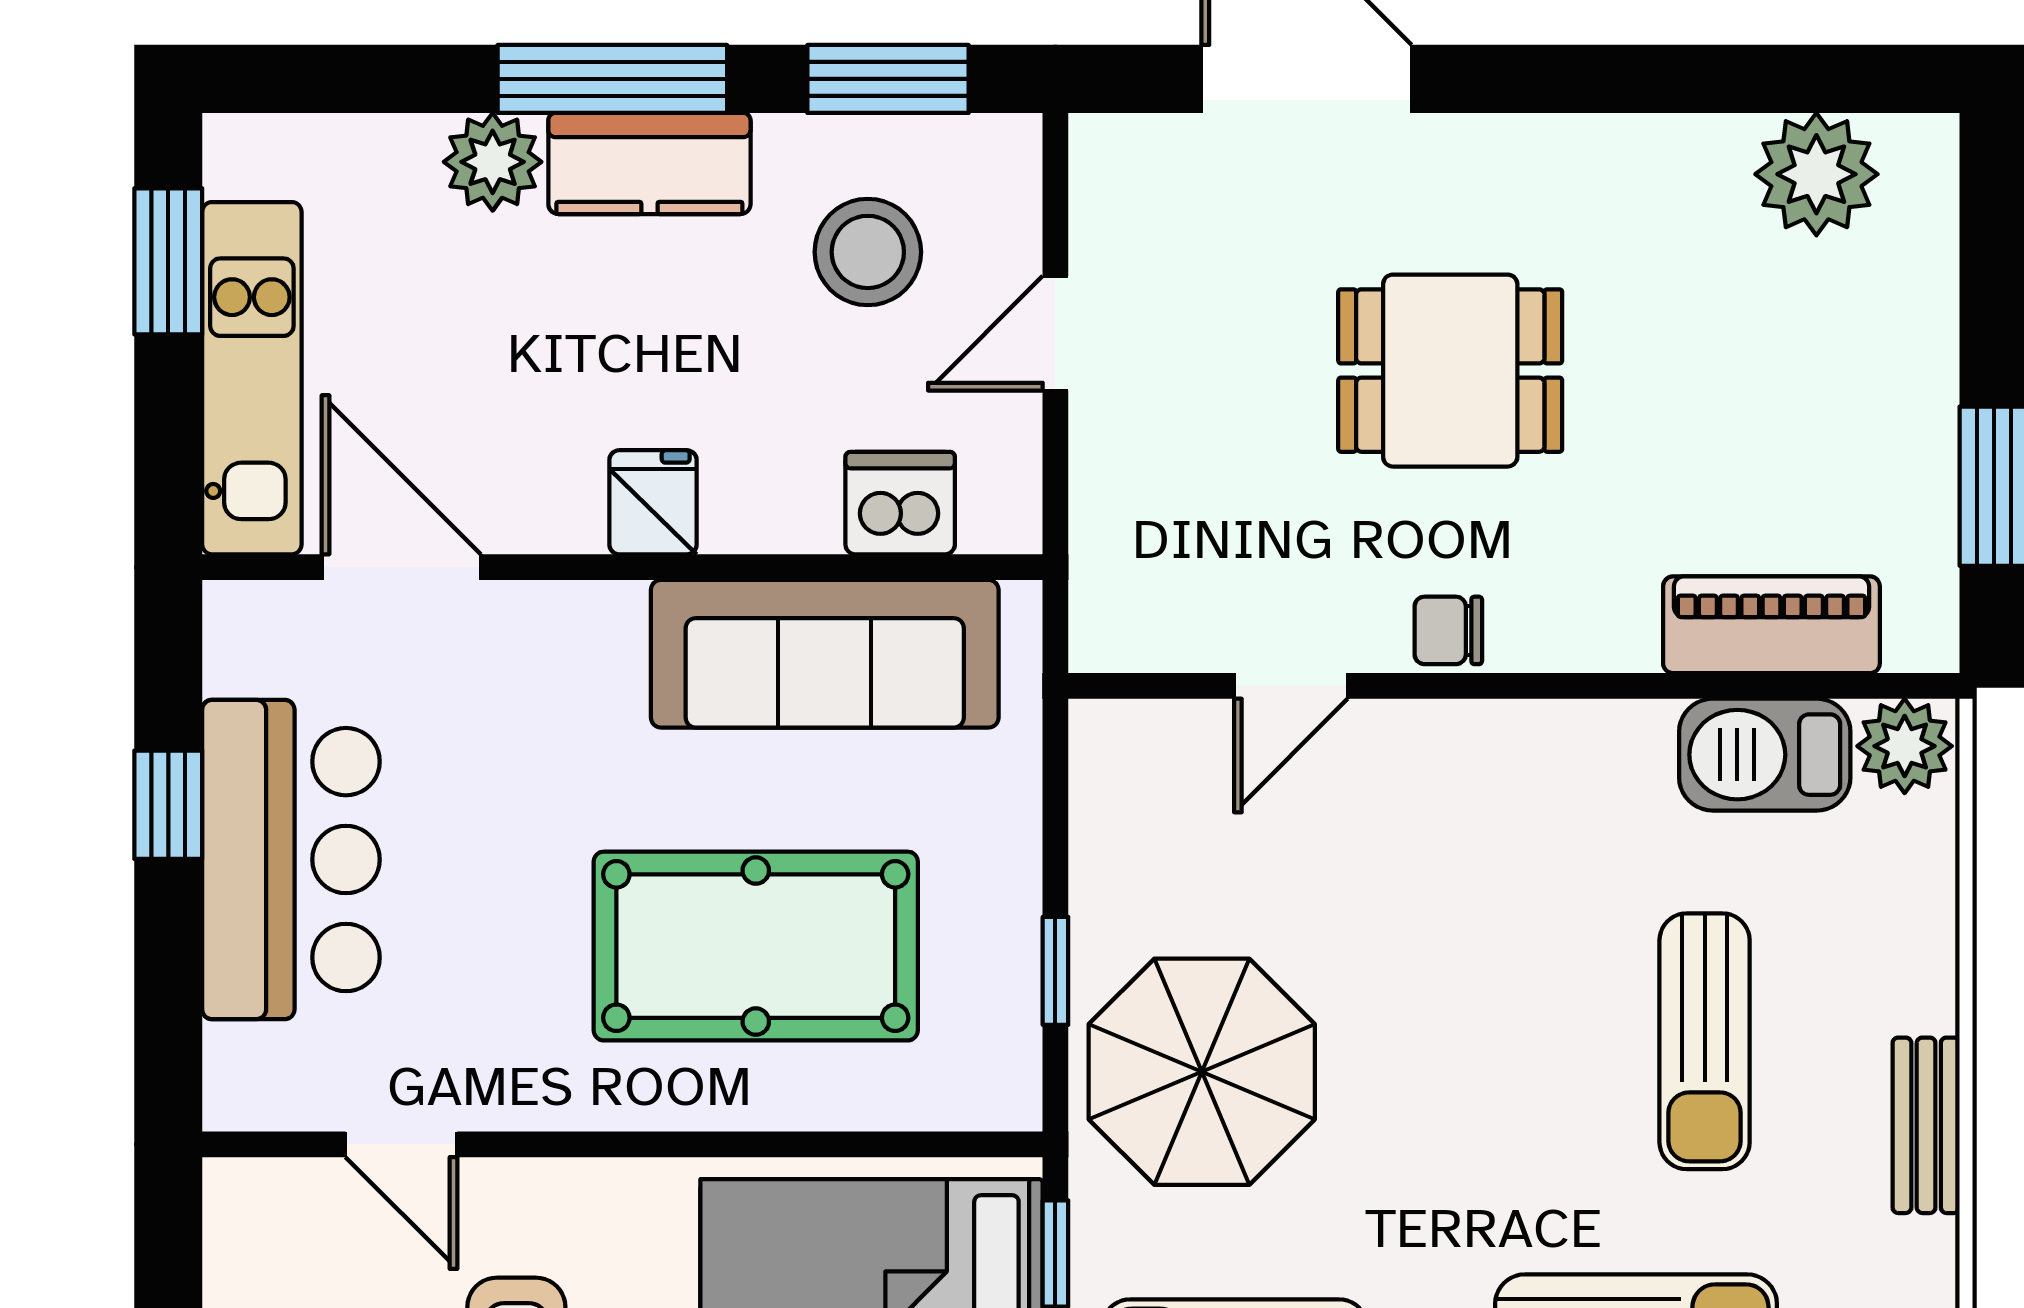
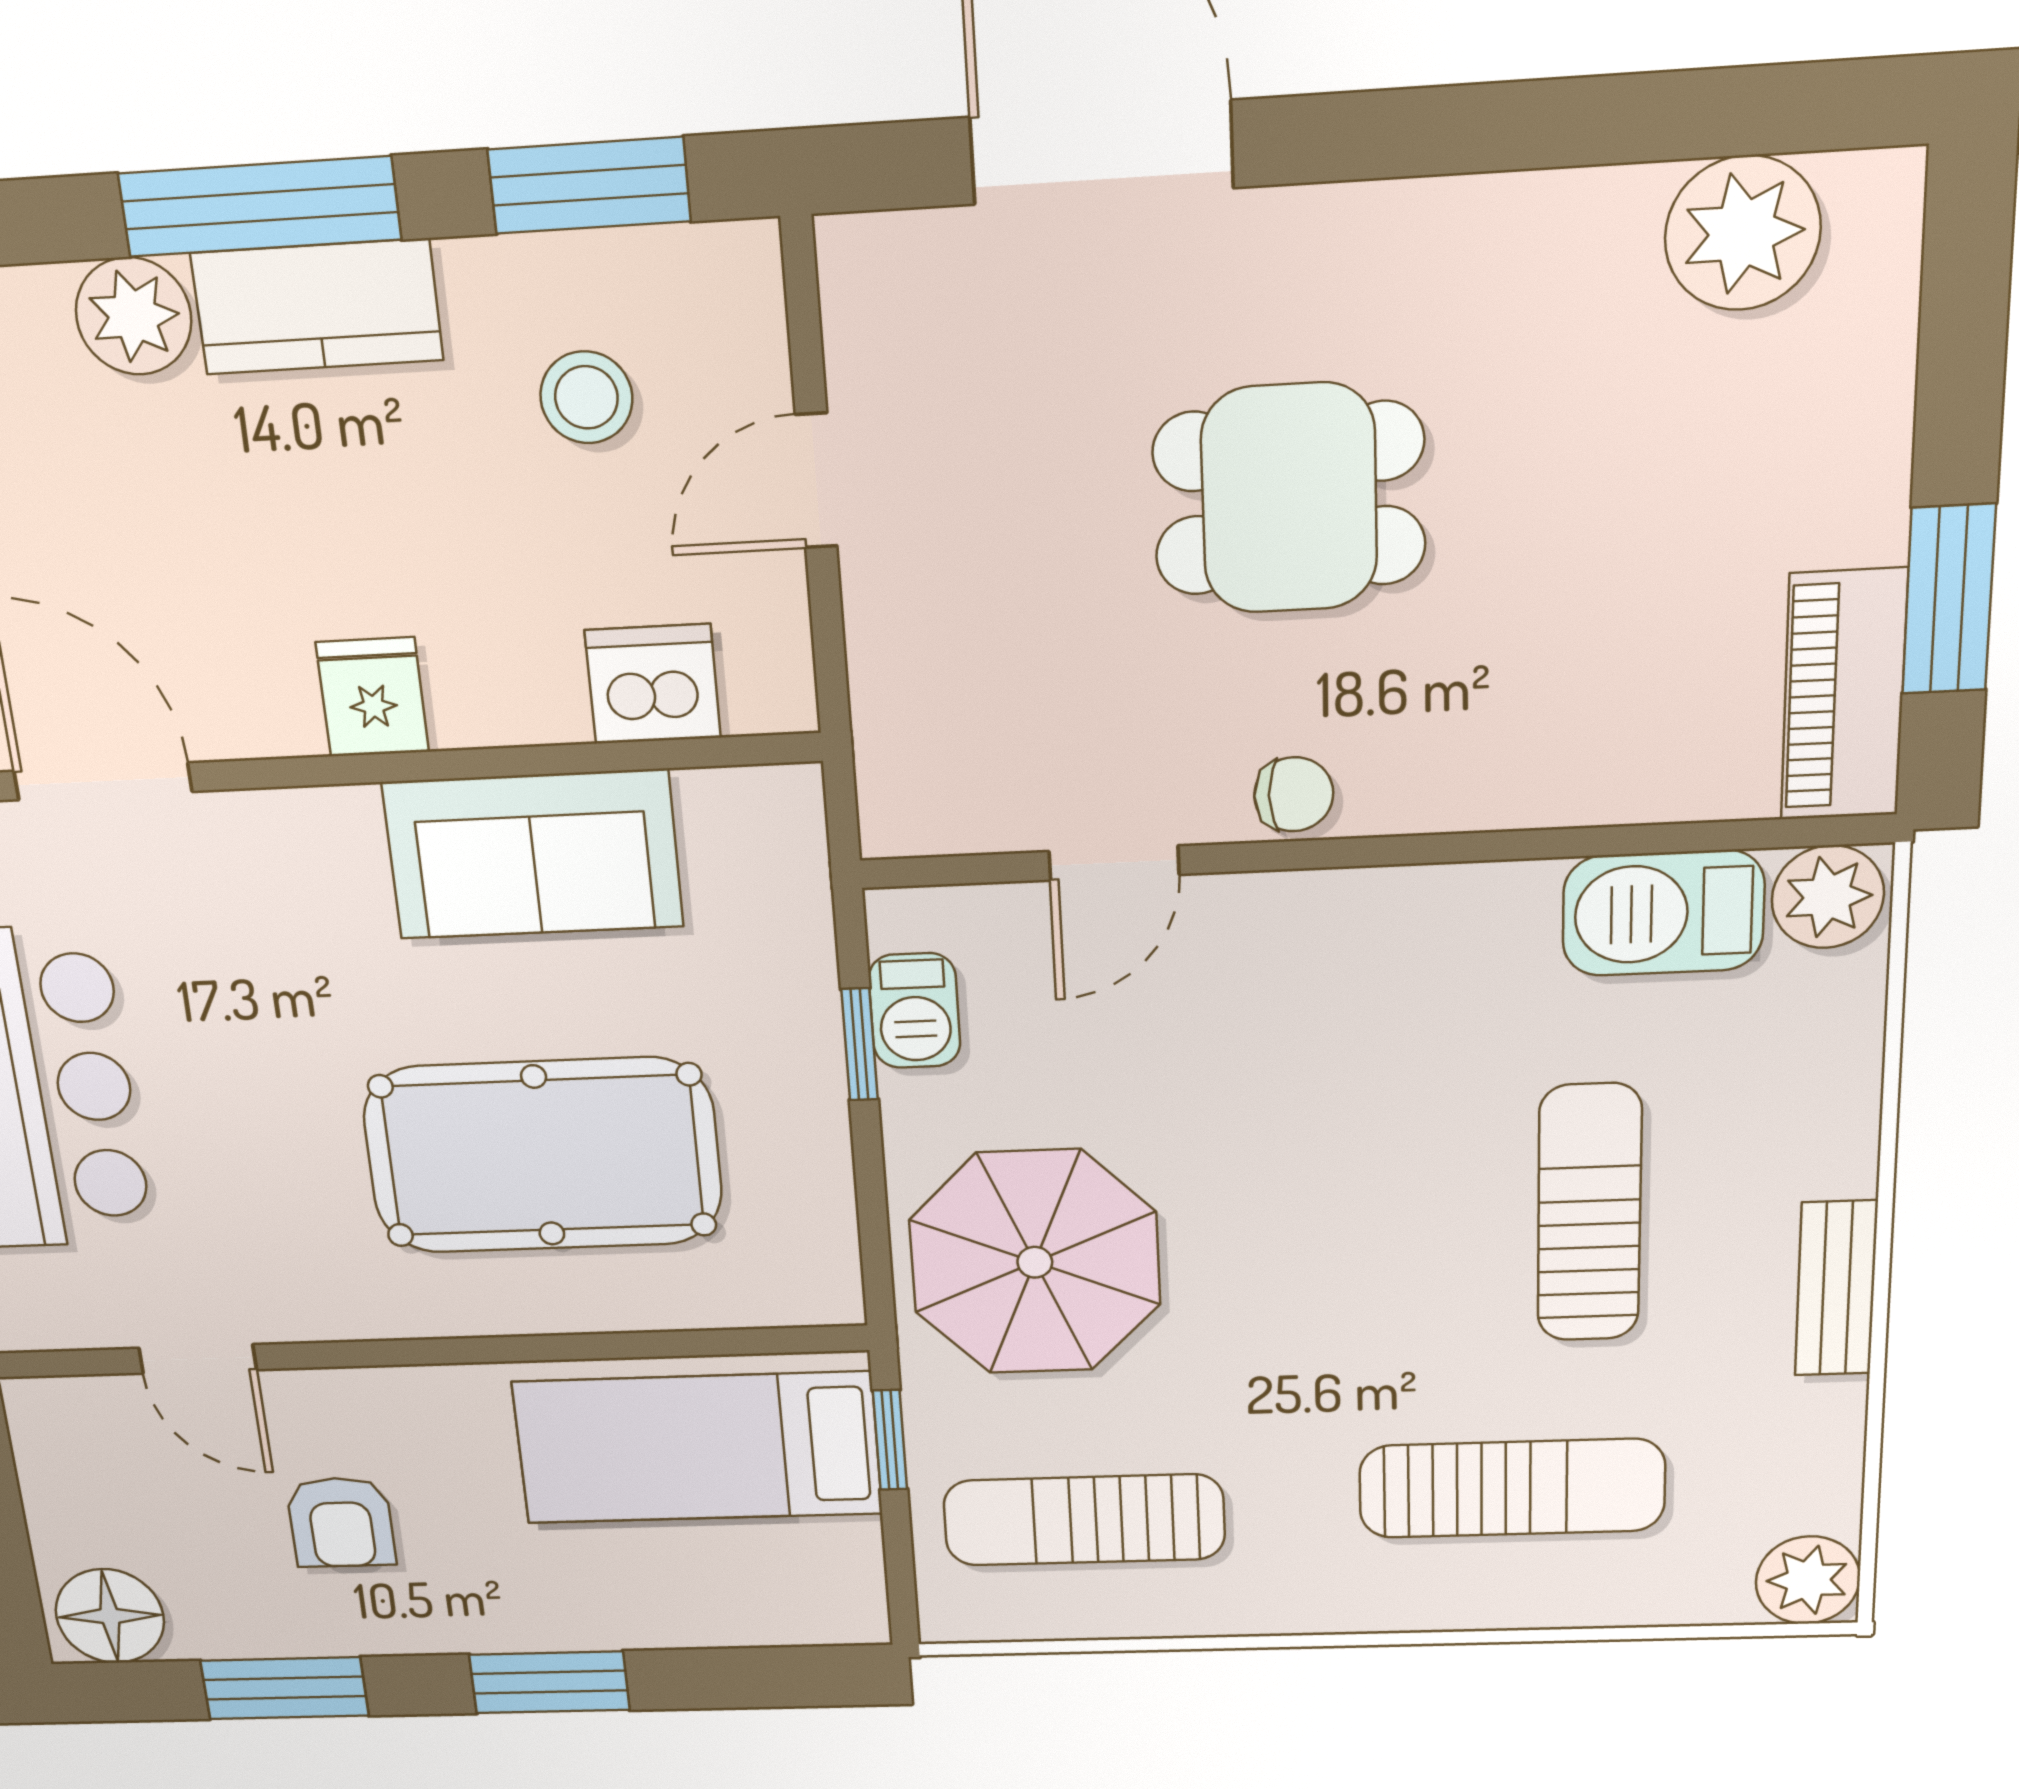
stool: (868, 252) -> (586, 397), width x0.73, depth x0.73
piano: (1771, 625) -> (1844, 695), moved, turned -90
chair: (1448, 630) -> (1294, 794), turned 180
sofa: (825, 654) -> (533, 854), width x0.73
barbecue: (1107, 817) -> (915, 1011), added
window: (1055, 971) -> (860, 1044), moved
sun lounger: (1705, 1041) -> (1589, 1213), turned 180

